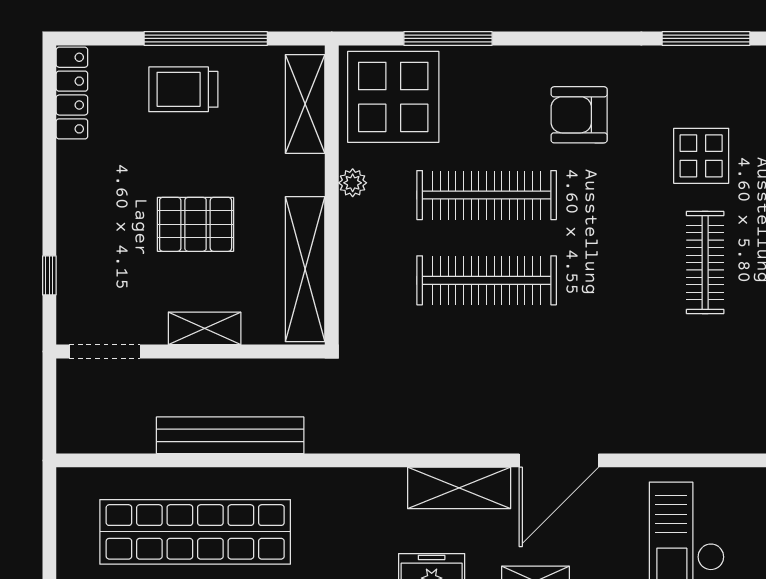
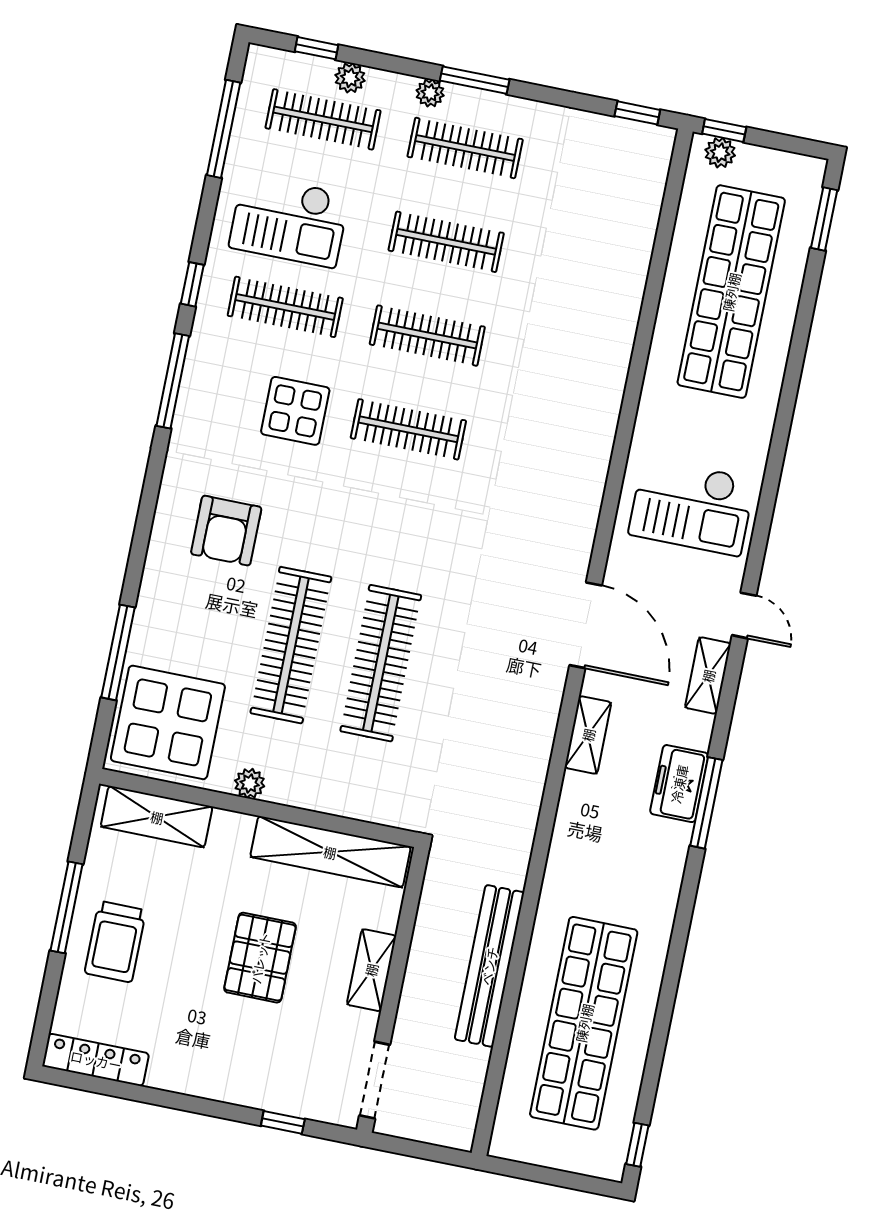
window: (206, 38) -> (67, 907), width x0.68
shelving: (459, 488) -> (588, 735), width x0.67, depth x0.75

